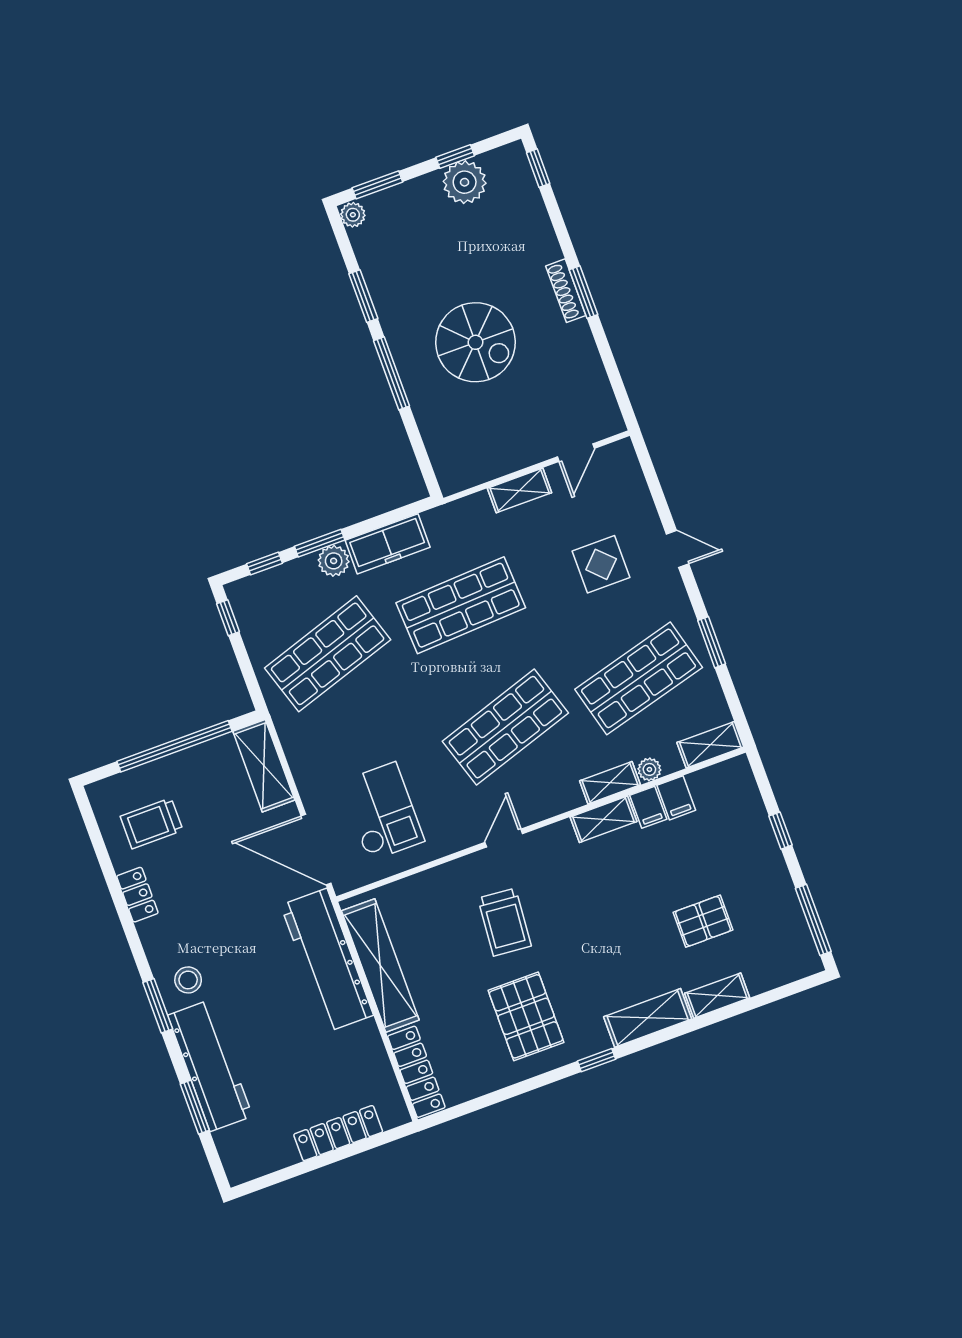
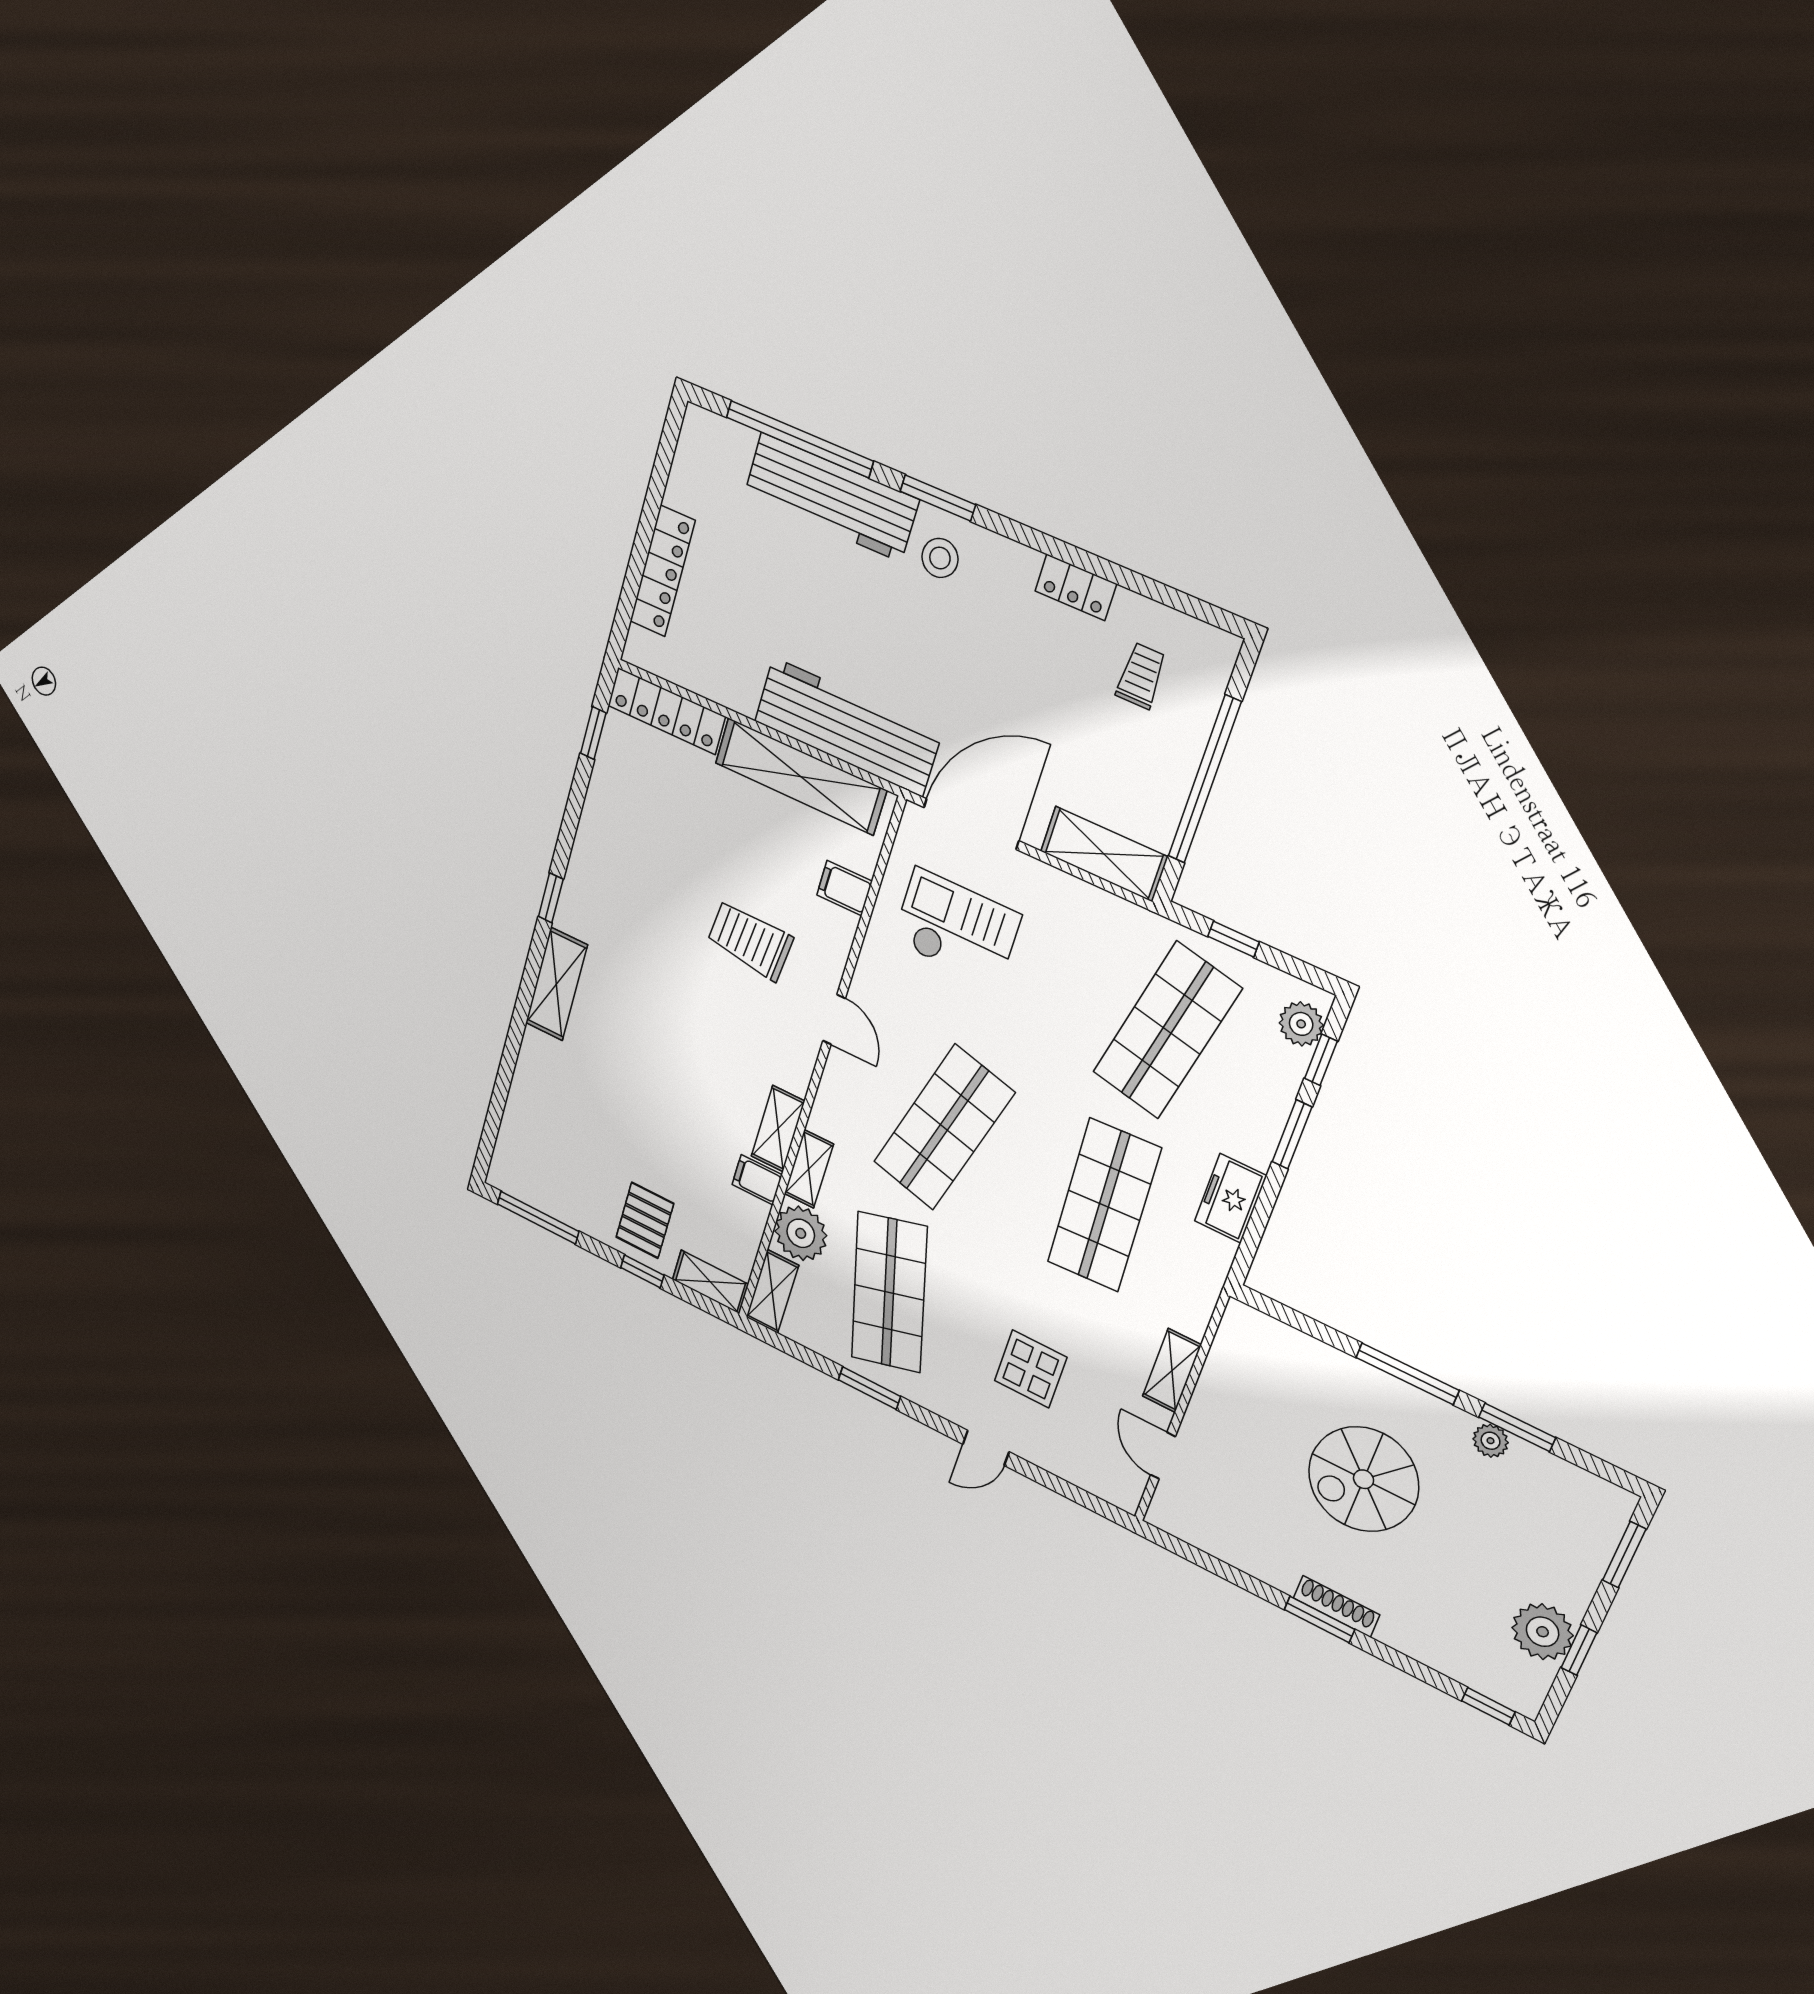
plant: (353, 215) -> (1491, 1441), moved
freezer: (388, 544) -> (1231, 1198), width x0.71
plant: (334, 561) -> (1301, 1024), moved
window: (228, 618) -> (1234, 939), moved
shop shelf: (328, 654) -> (1167, 1031), turned 30
shop shelf: (505, 727) -> (944, 1127), turned 33
plant: (649, 769) -> (801, 1233), width x1.88, depth x1.88
filing cabinet: (676, 798) -> (845, 888), moved
checkout: (382, 812) -> (956, 928), turned 180
trolley: (152, 823) -> (1141, 676), width x0.73, depth x0.72
pallet: (703, 921) -> (645, 1220), moved
shelving: (717, 996) -> (710, 1282), moved, turned 90
pallet: (526, 1016) -> (642, 872), removed
window: (471, 1106) -> (593, 733), added
window: (195, 1107) -> (800, 439), width x2.11

